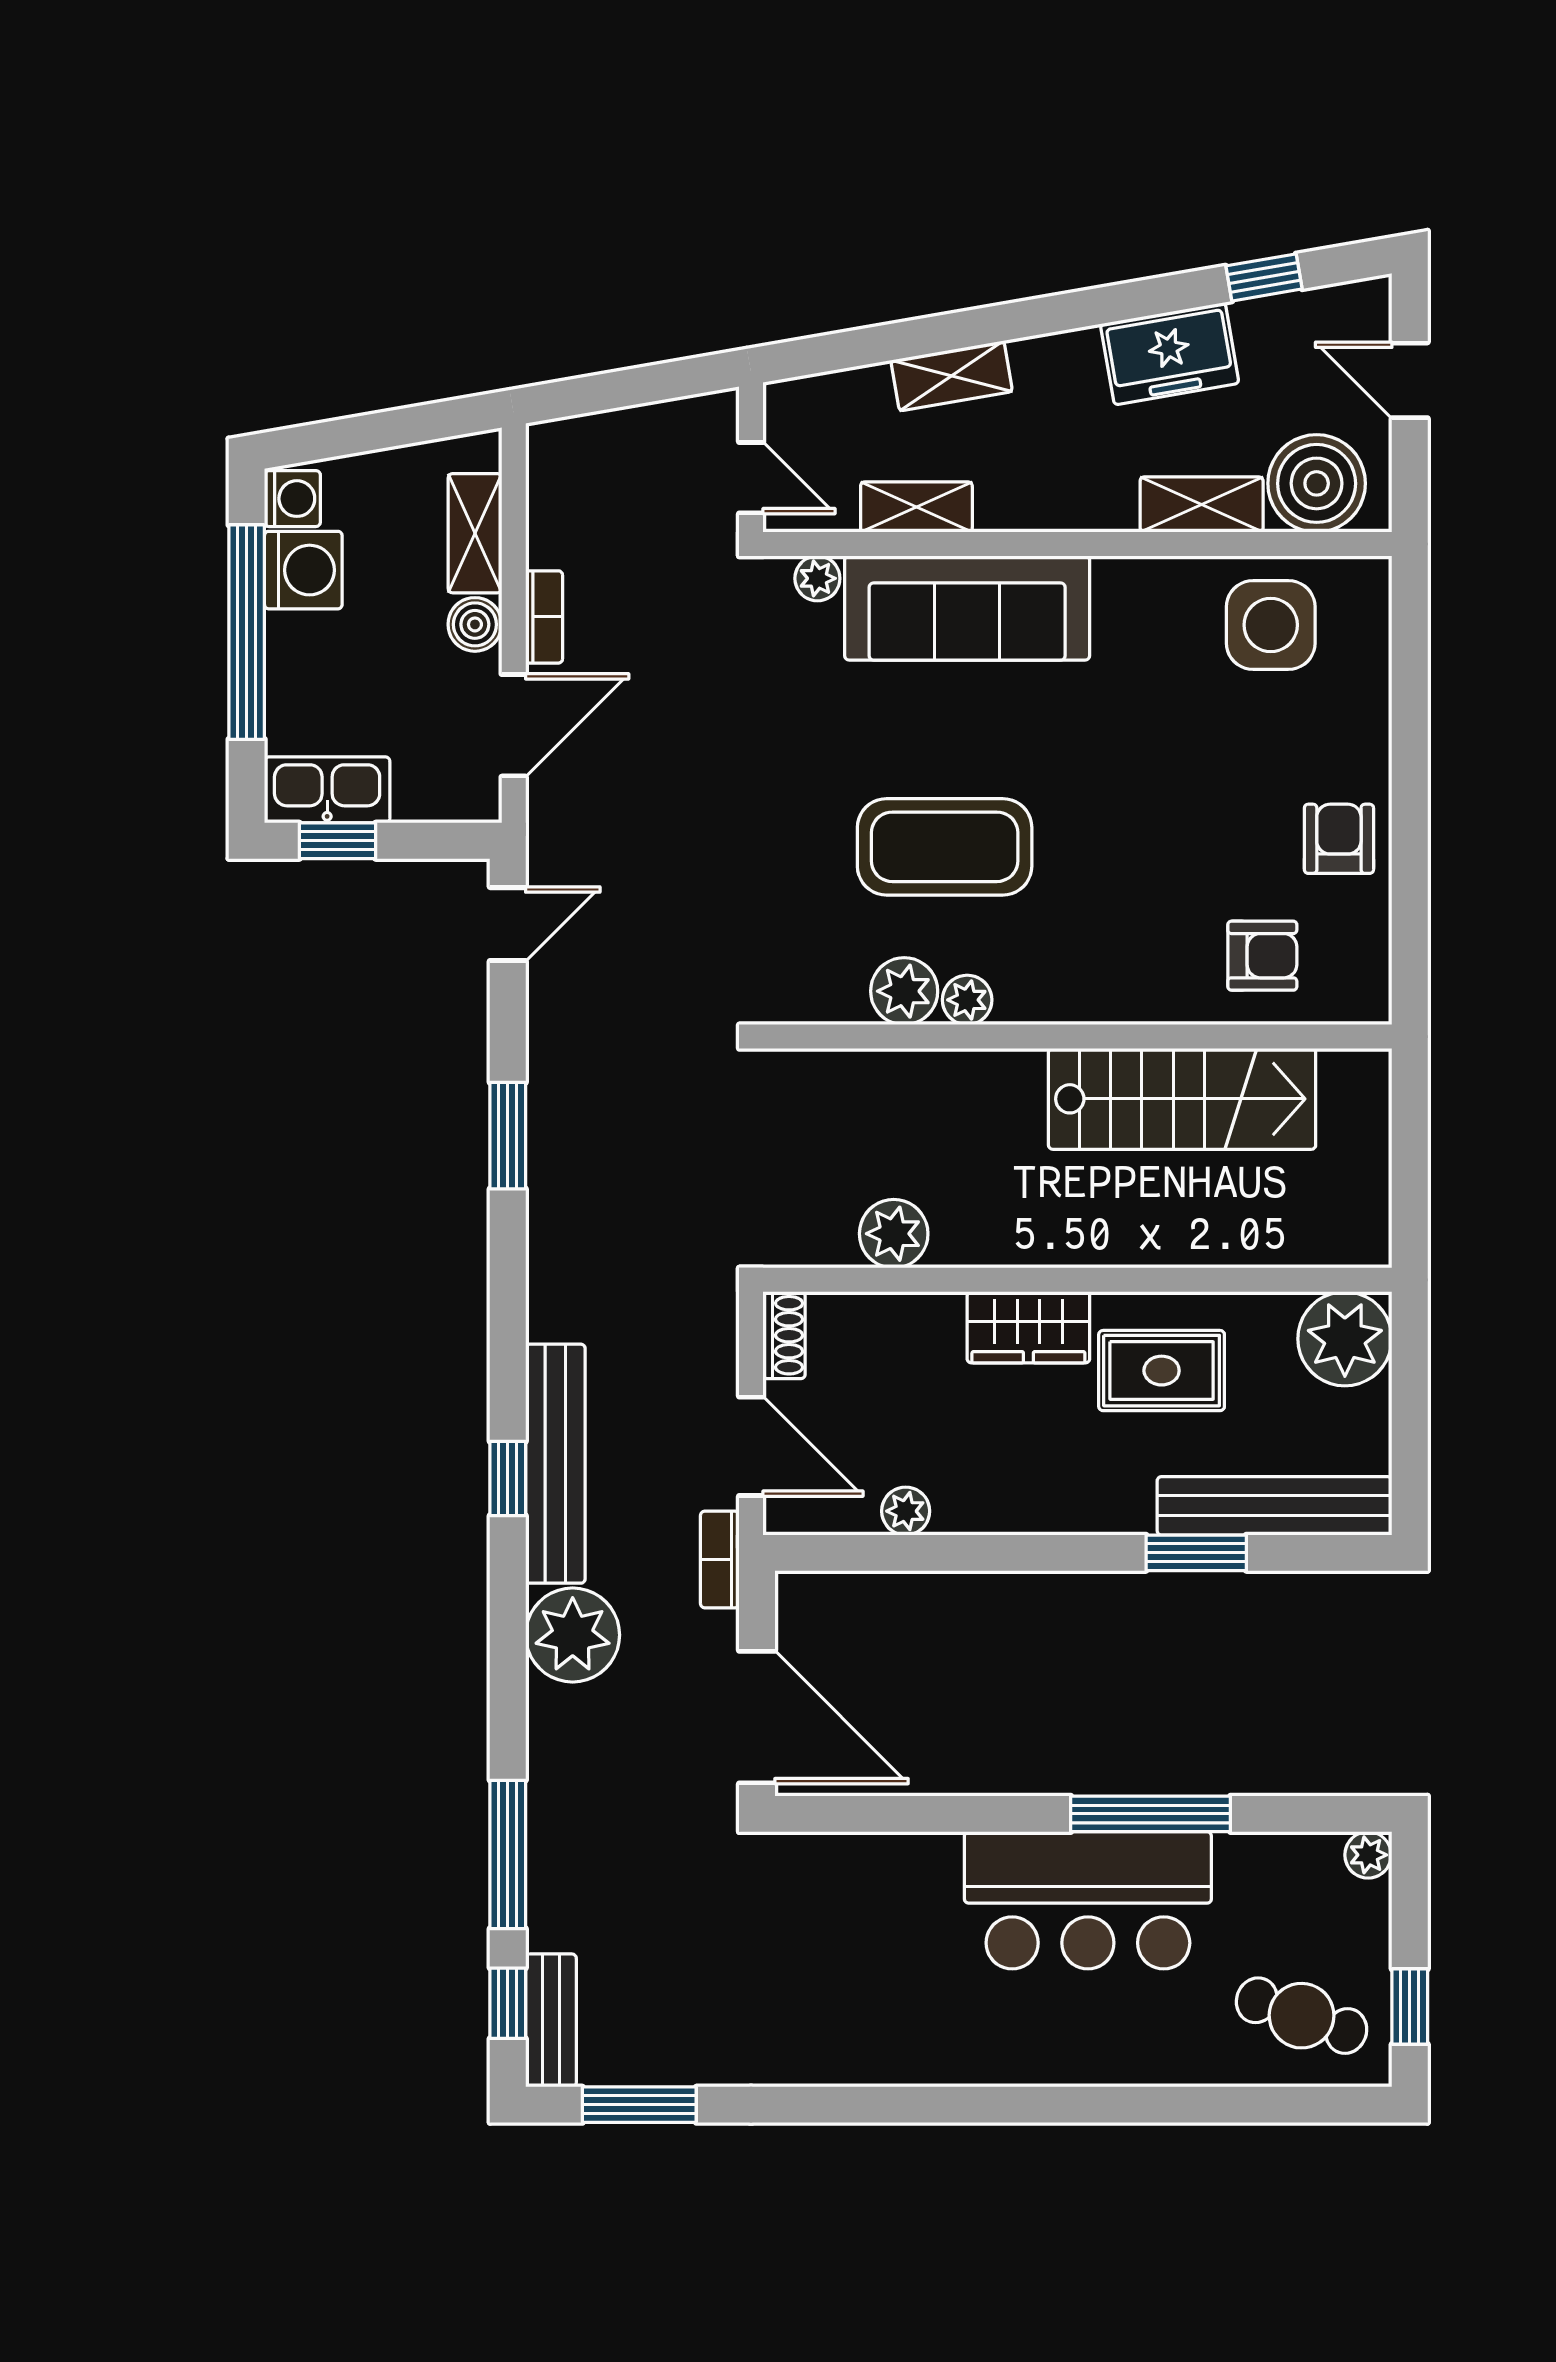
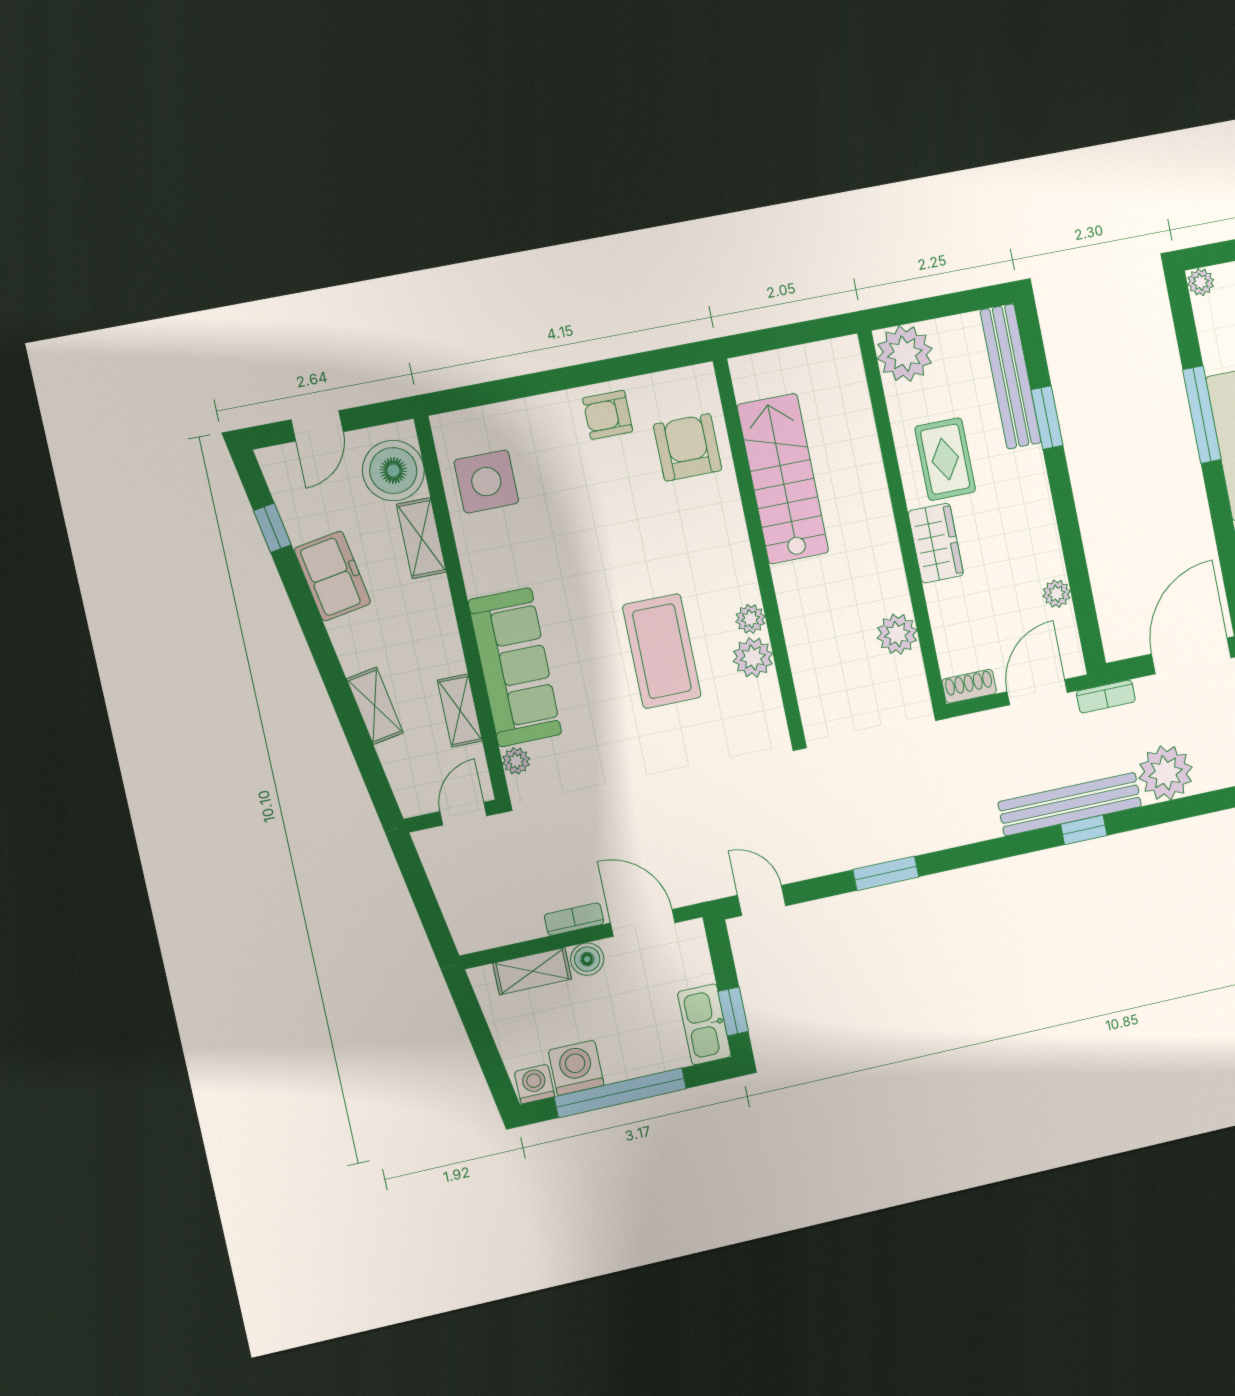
armchair: (1262, 956) -> (688, 447), width x1.38, depth x1.38

